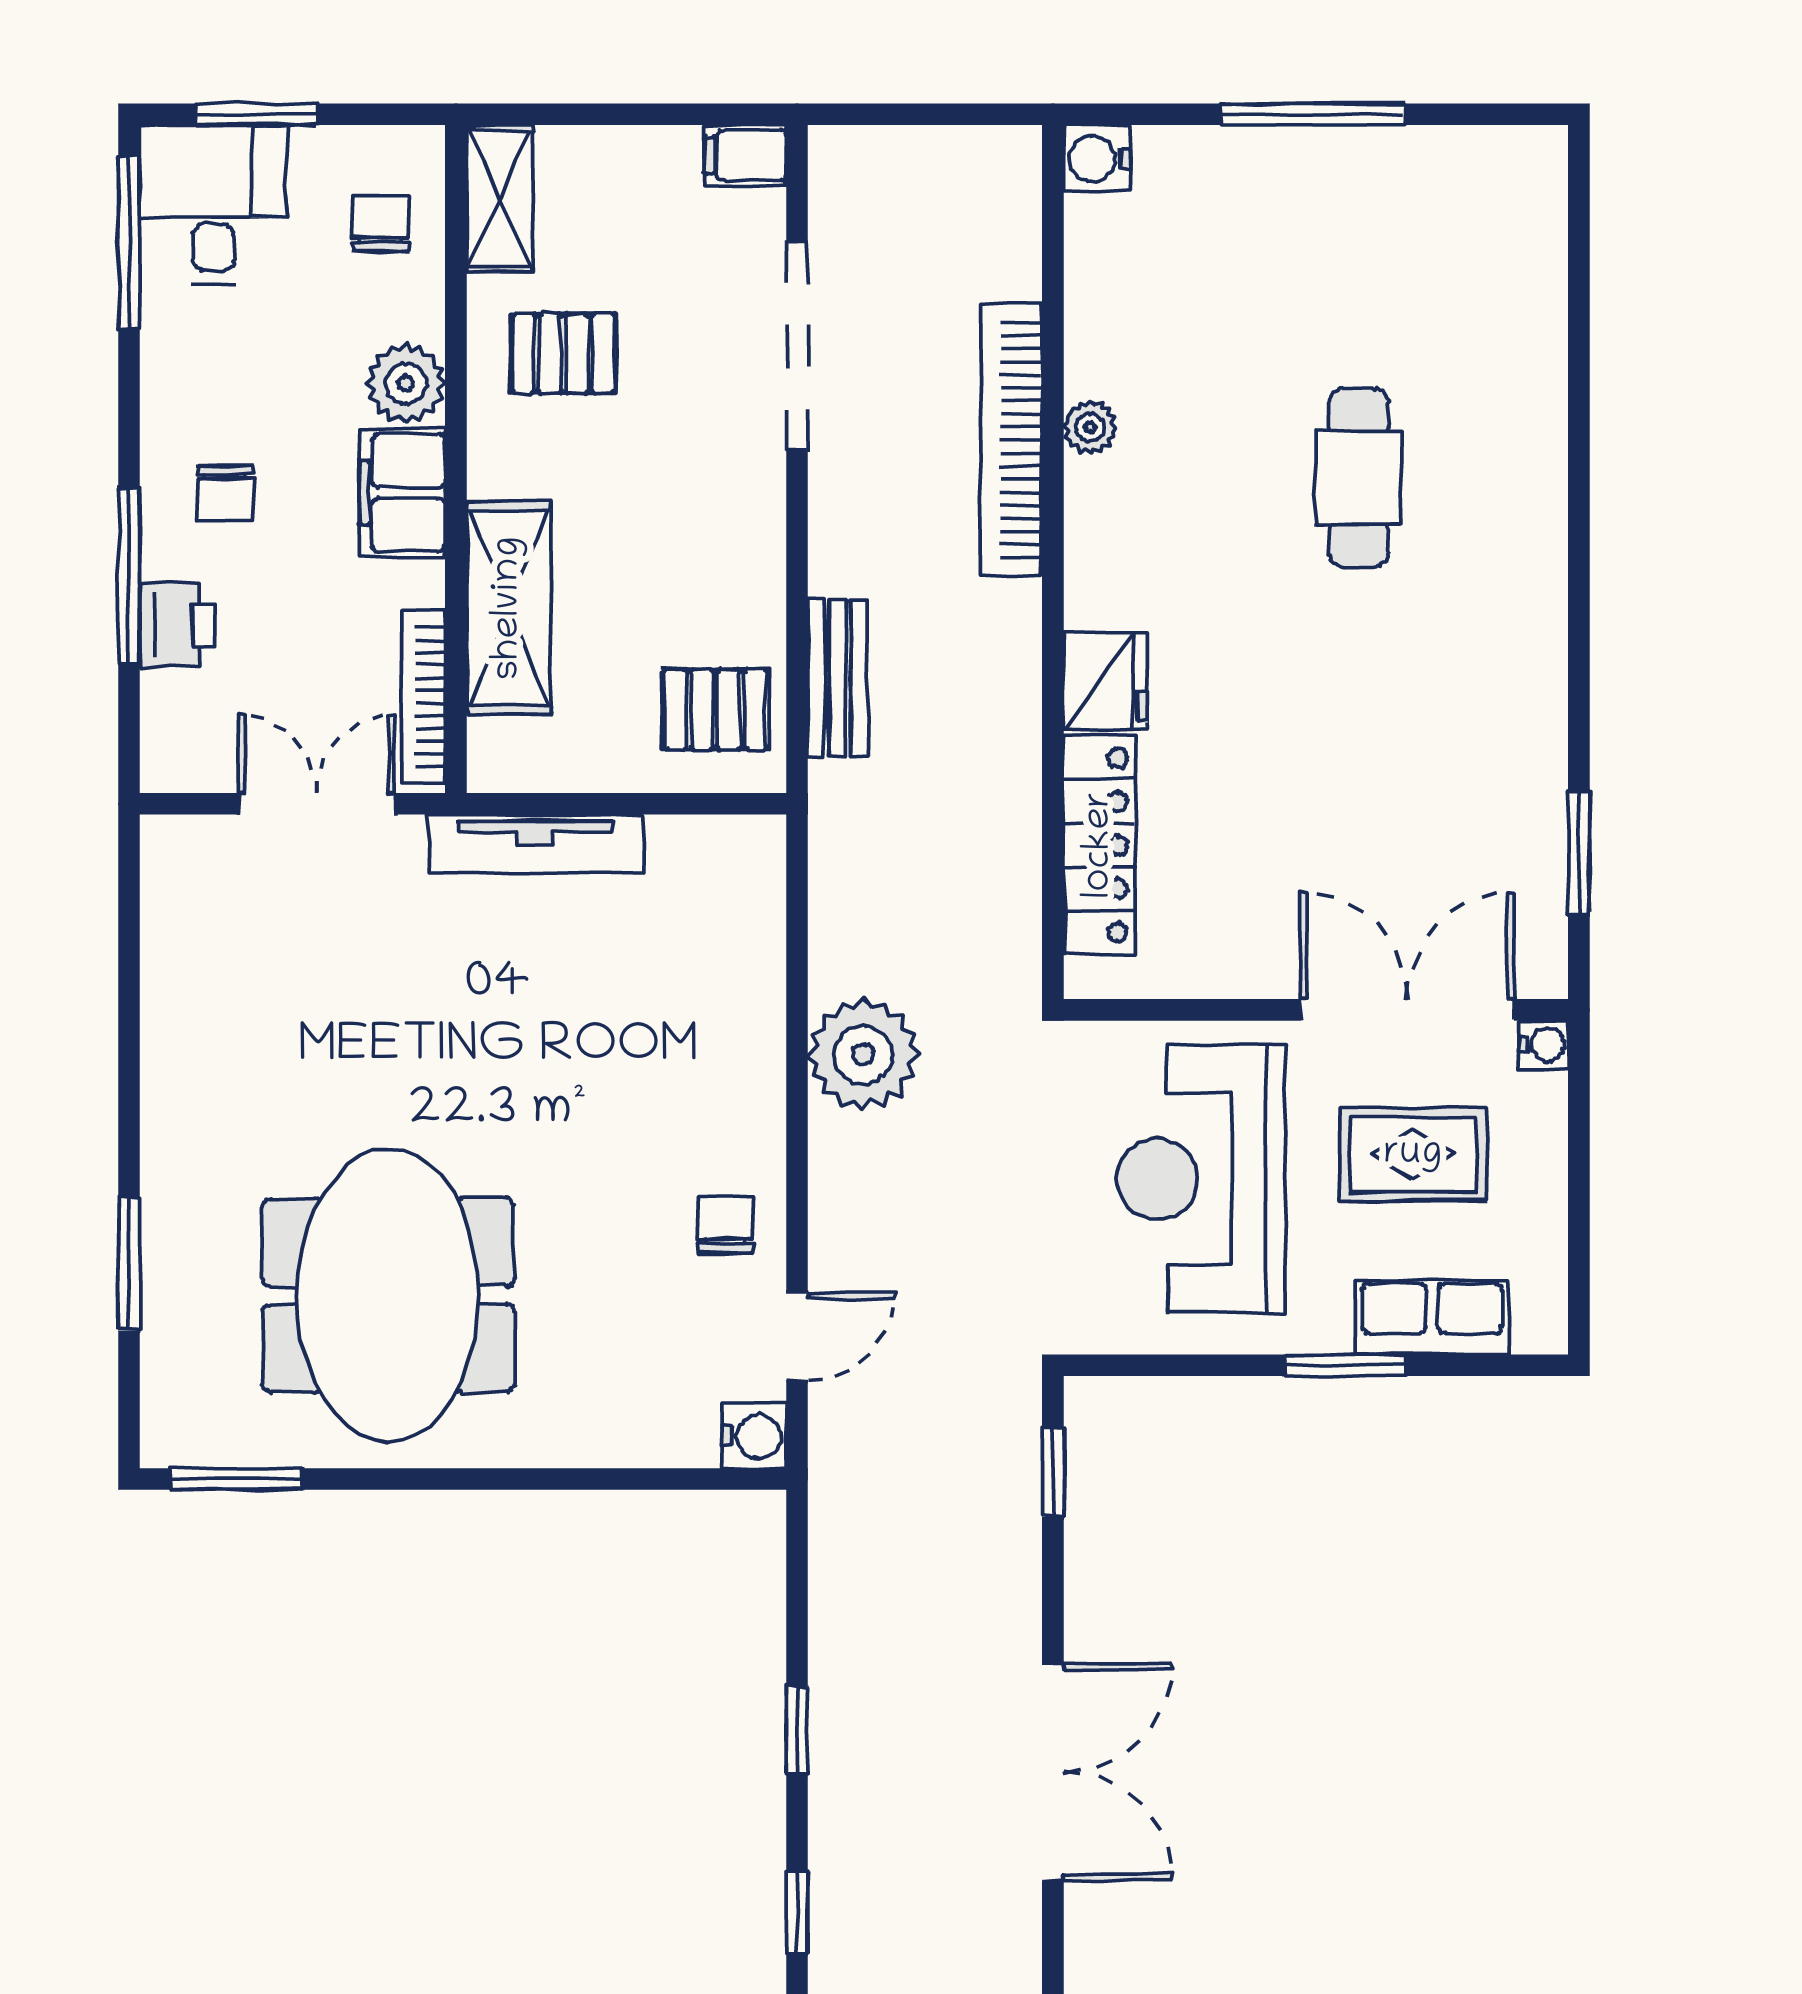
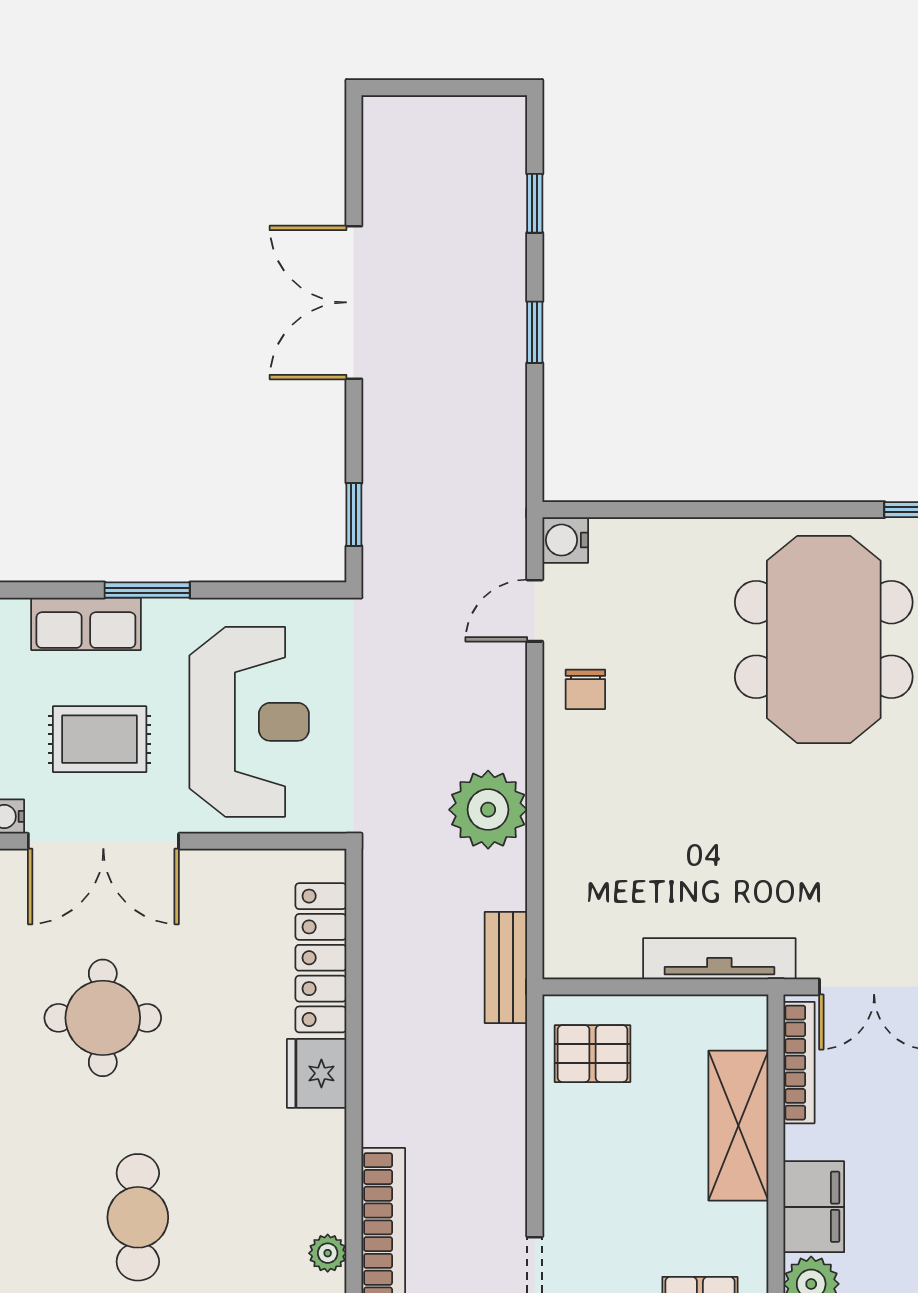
bench: (838, 678) -> (506, 967), moved
round table: (1408, 760) -> (103, 1018), added

